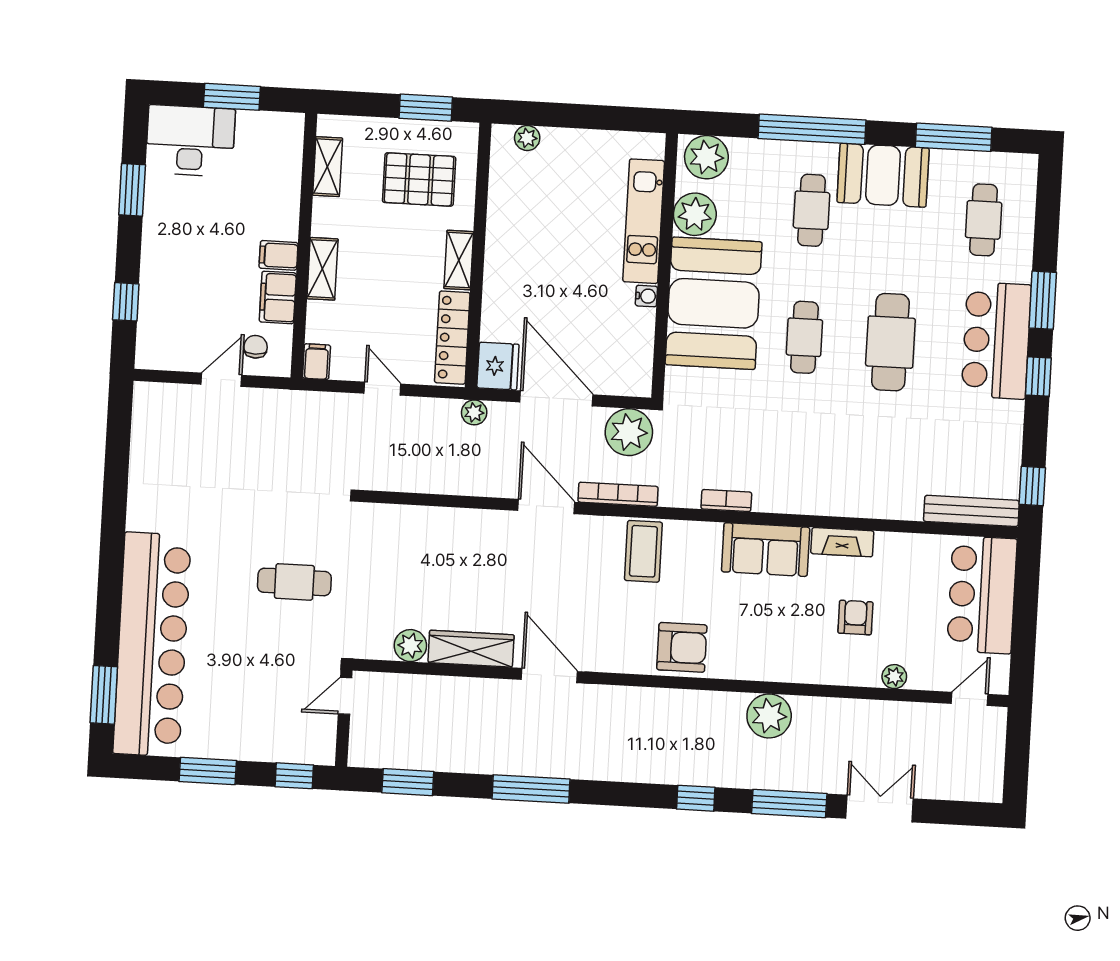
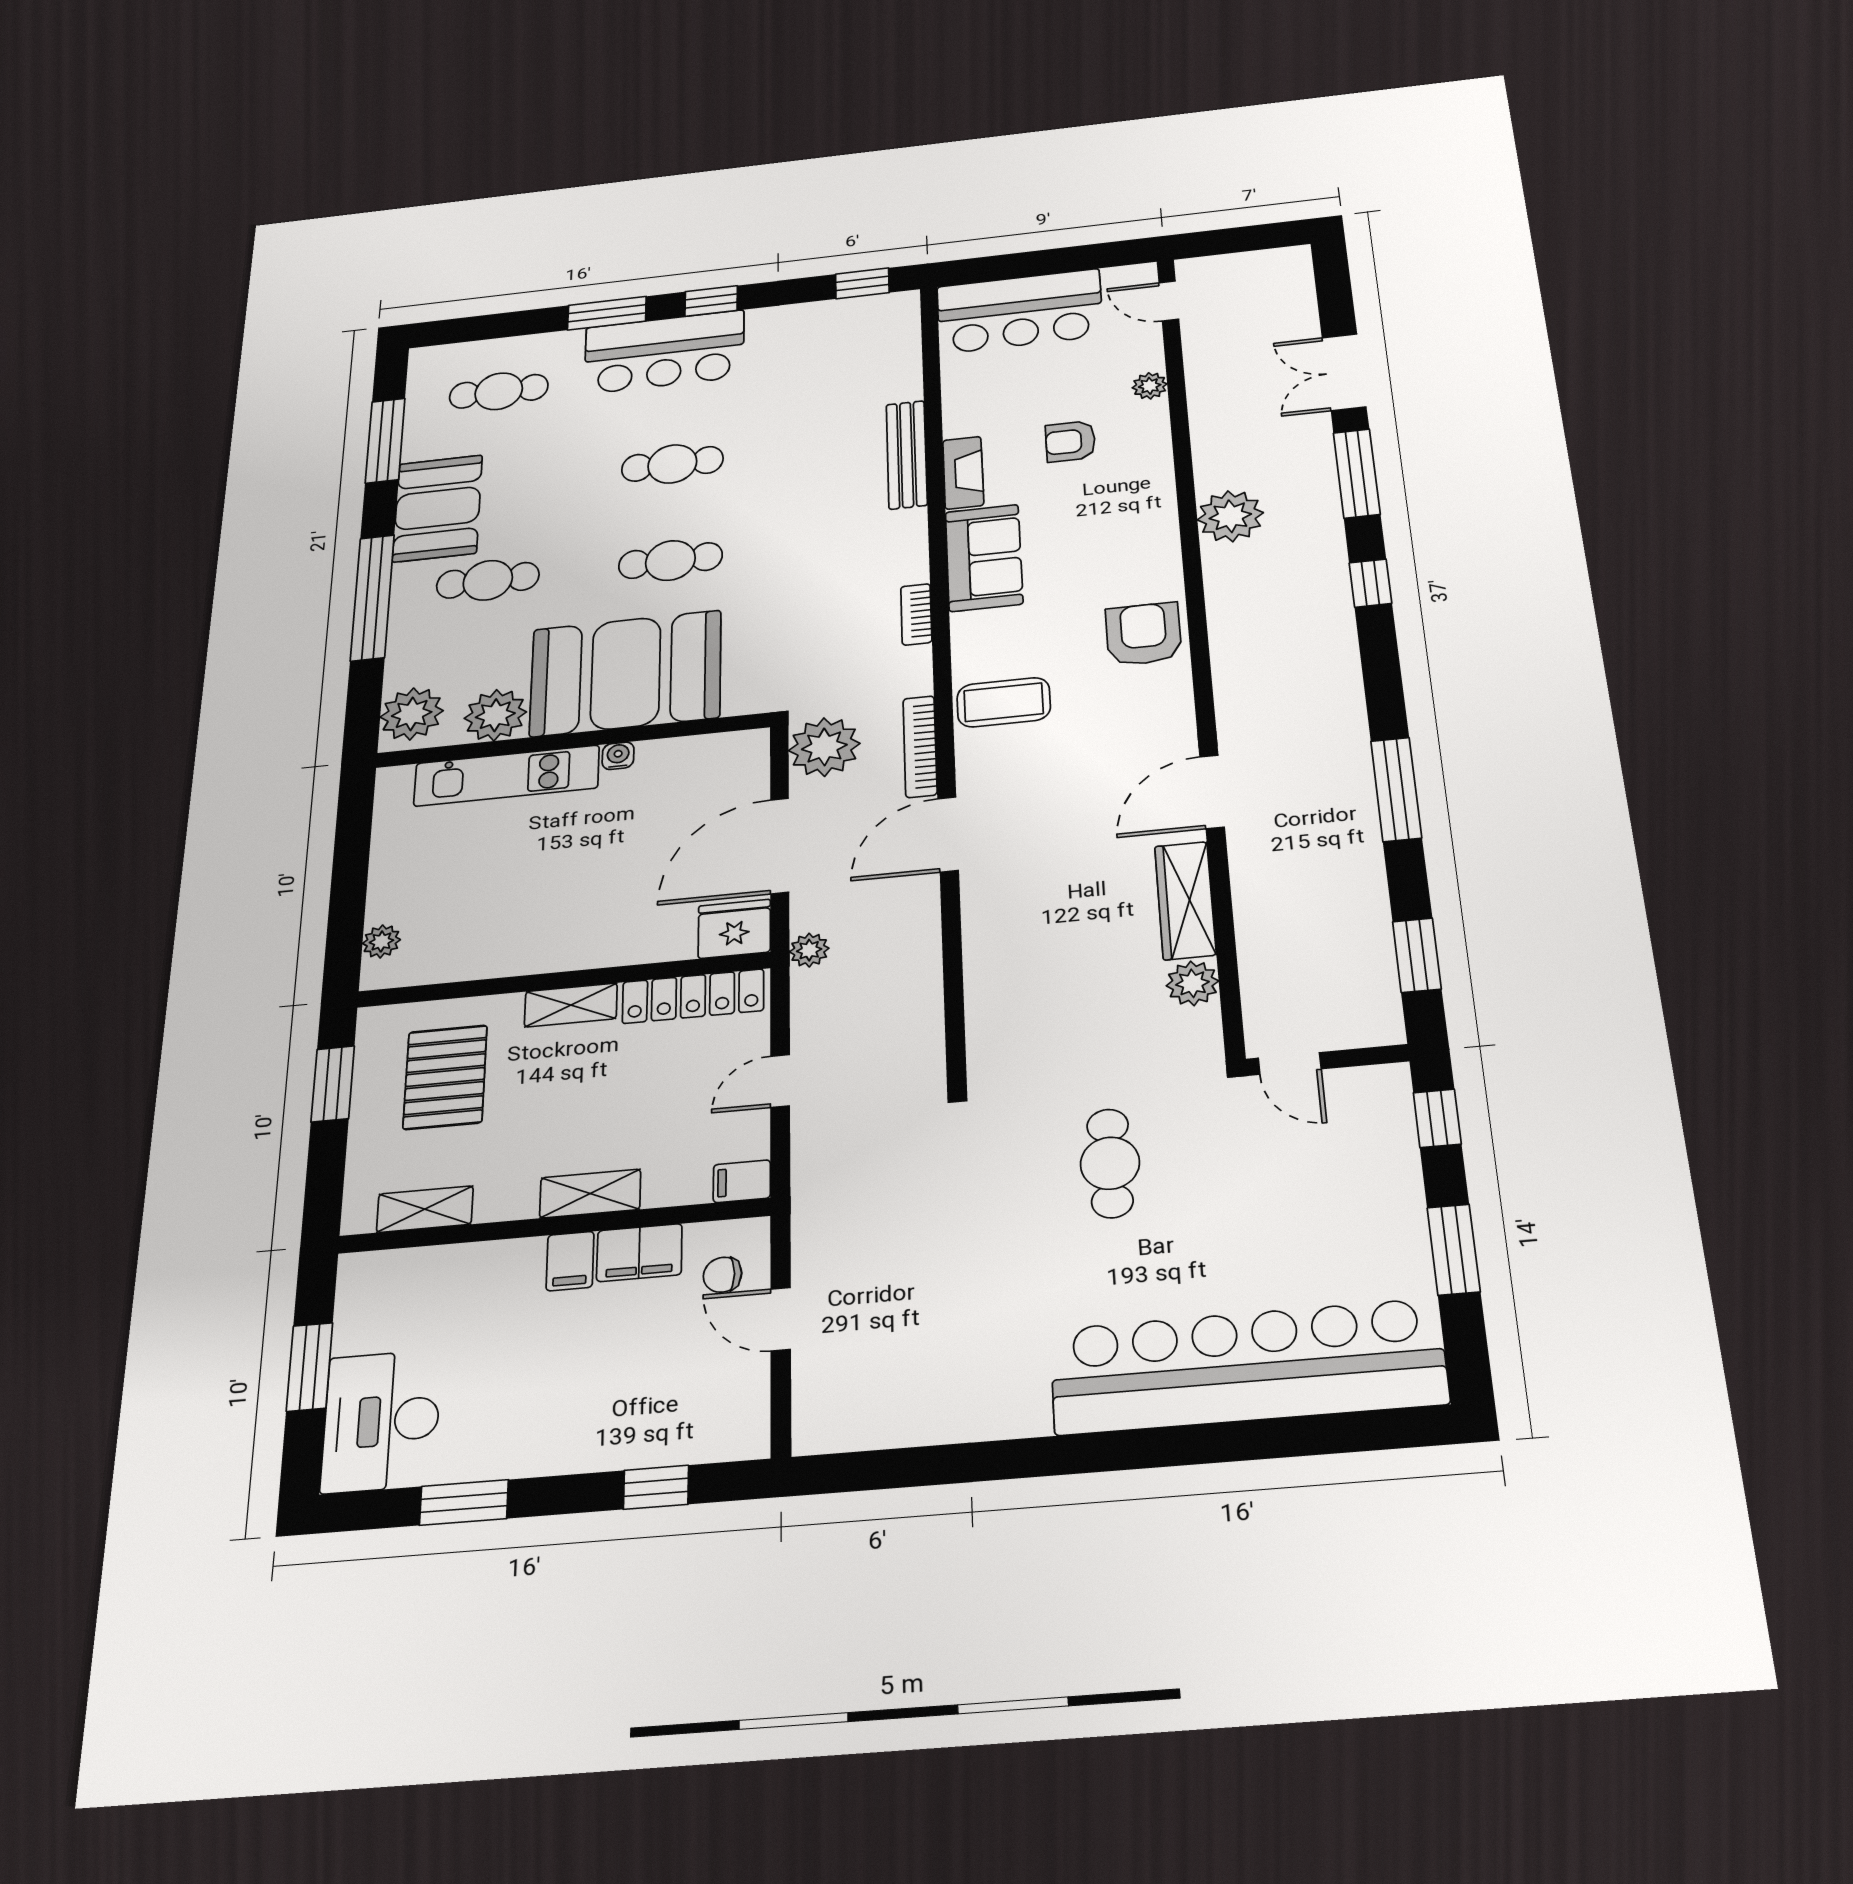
cafe table: (890, 342) -> (672, 464), width x0.73, depth x0.74
bench: (971, 511) -> (907, 455), moved
window: (104, 695) -> (1348, 1432), removed

